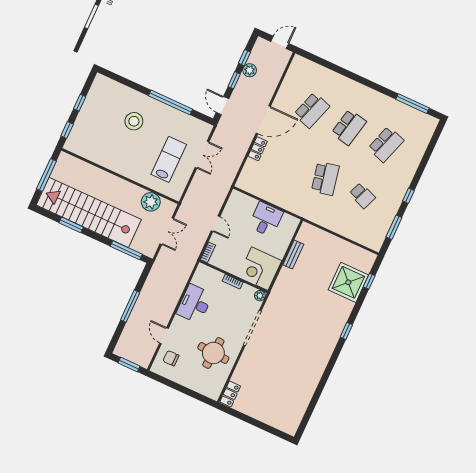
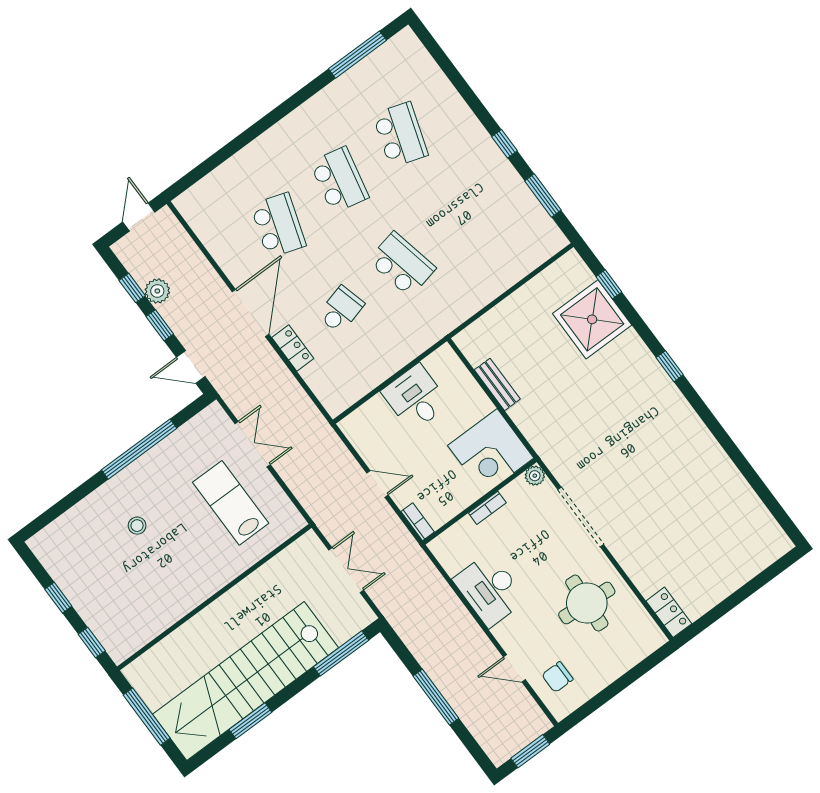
stool: (134, 121) -> (137, 526), width x0.53, depth x0.53
school desk: (362, 196) -> (341, 310), moved, turned -36
plant: (151, 202) -> (284, 570), removed

